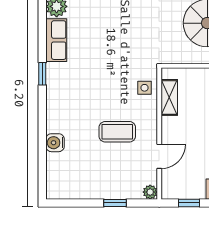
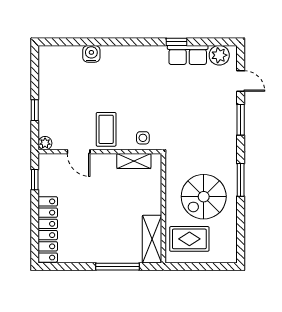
window: (42, 74) -> (176, 42), moved
coffee table: (117, 132) -> (106, 129), moved

